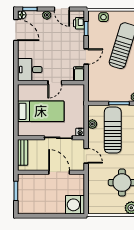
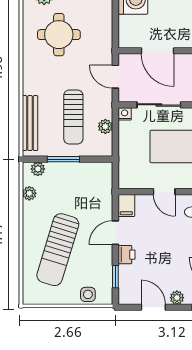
printer: (79, 23) -> (126, 255), moved
door: (55, 83) -> (164, 192), swing flipped
sun lounger: (113, 130) -> (73, 117), width x0.73, depth x0.75

